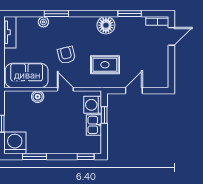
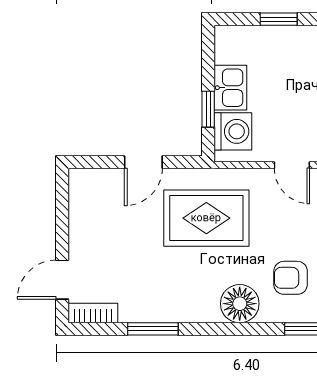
floor lamp: (106, 25) -> (240, 304), moved
armchair: (66, 55) -> (291, 278), moved, turned 103
rug: (105, 65) -> (206, 218), width x1.36, depth x1.43
window: (86, 157) -> (279, 19), moved

